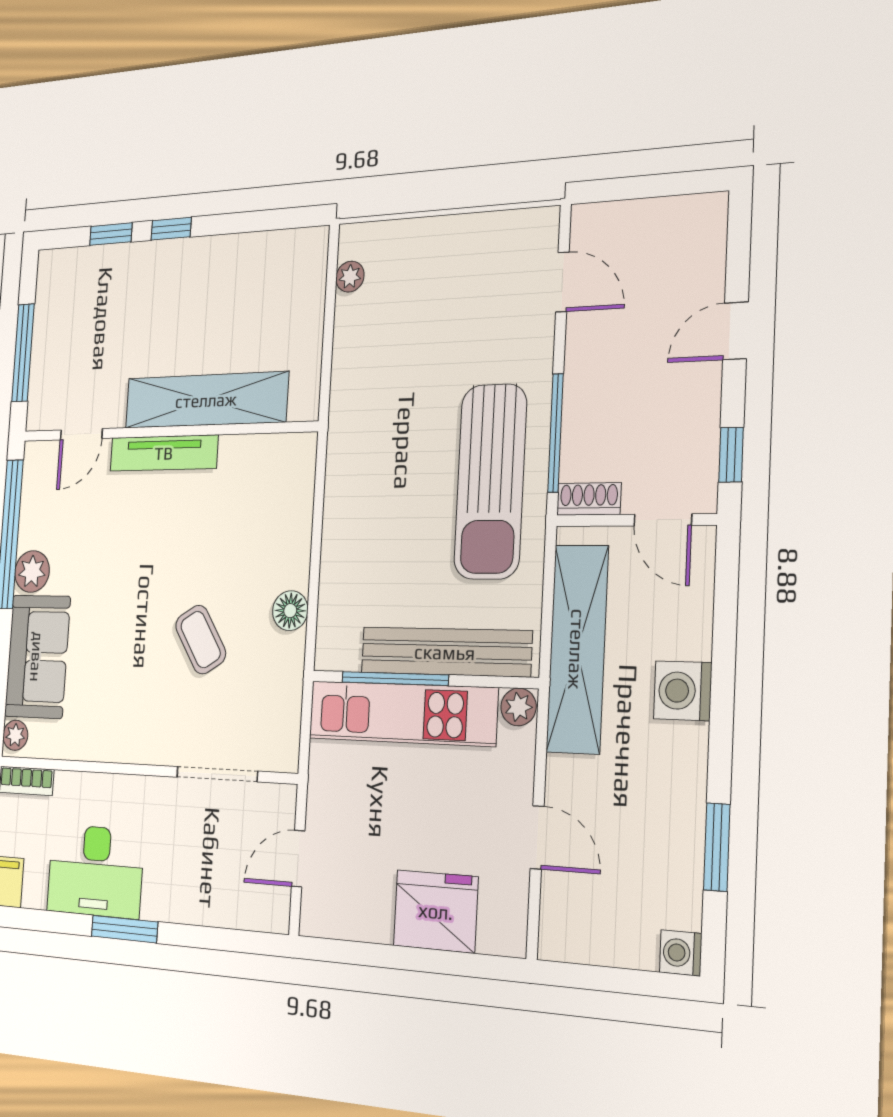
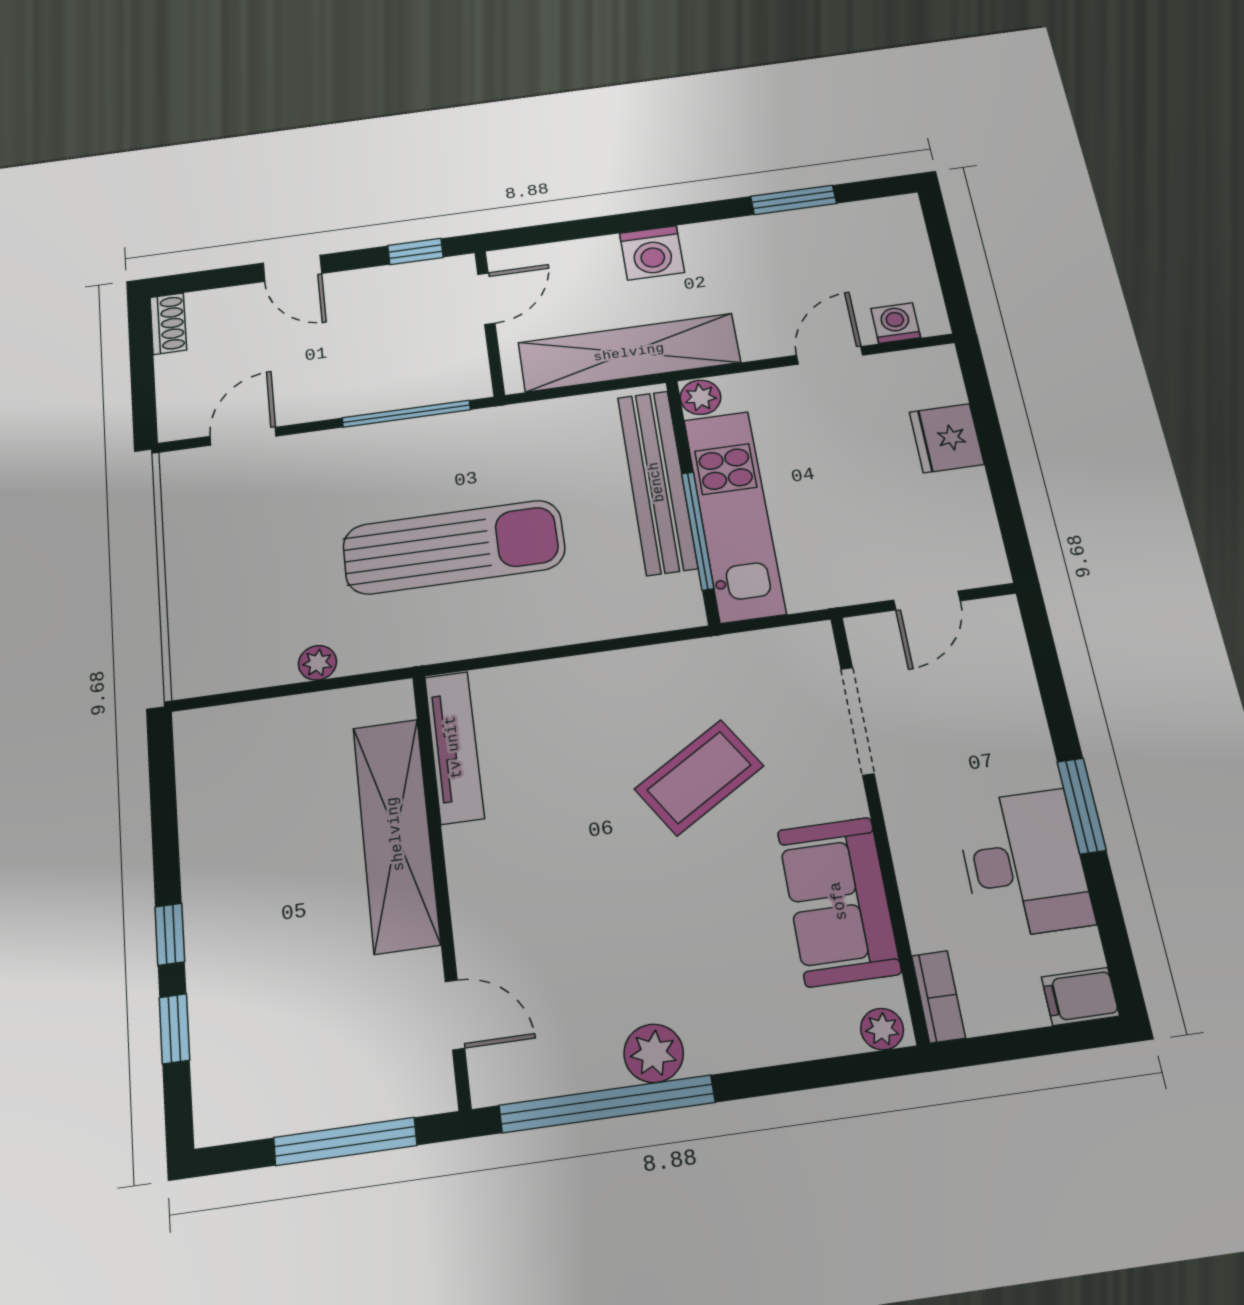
plant: (350, 277) -> (317, 663), moved
tv unit: (164, 453) -> (454, 747), moved
sun lounger: (490, 481) -> (454, 547), moved
shoe rack: (589, 499) -> (168, 324), moved, turned 180
floor lamp: (290, 611) -> (643, 668), removed
coffee table: (201, 640) -> (699, 777), width x1.36, depth x1.30
sofa: (37, 657) -> (839, 901), moved, turned -90
door: (298, 859) -> (927, 601), hinge flipped
fridge: (436, 911) -> (947, 438), width x0.73, depth x0.75
washing machine: (681, 953) -> (896, 323), moved, turned 180

